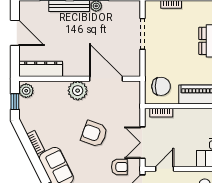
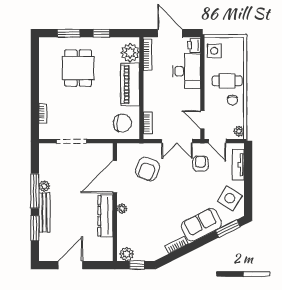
dresser: (41, 69) -> (105, 216), moved
chair: (161, 86) -> (122, 123), turned 90
plant: (78, 91) -> (122, 209), width x0.53, depth x0.53
armchair: (94, 134) -> (148, 169), moved

